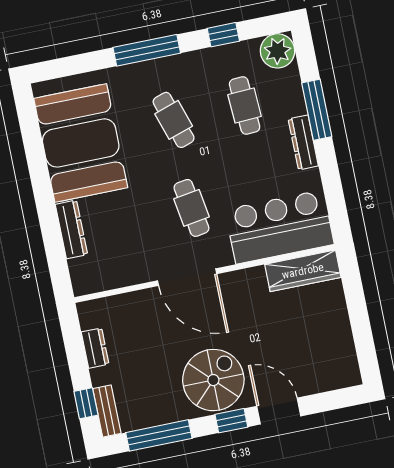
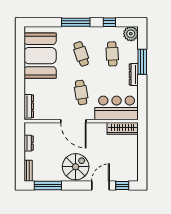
dresser: (71, 229) -> (29, 106), moved
window: (86, 403) -> (20, 166), removed
door: (279, 411) -> (100, 185), hinge flipped
window: (231, 421) -> (122, 185), moved

